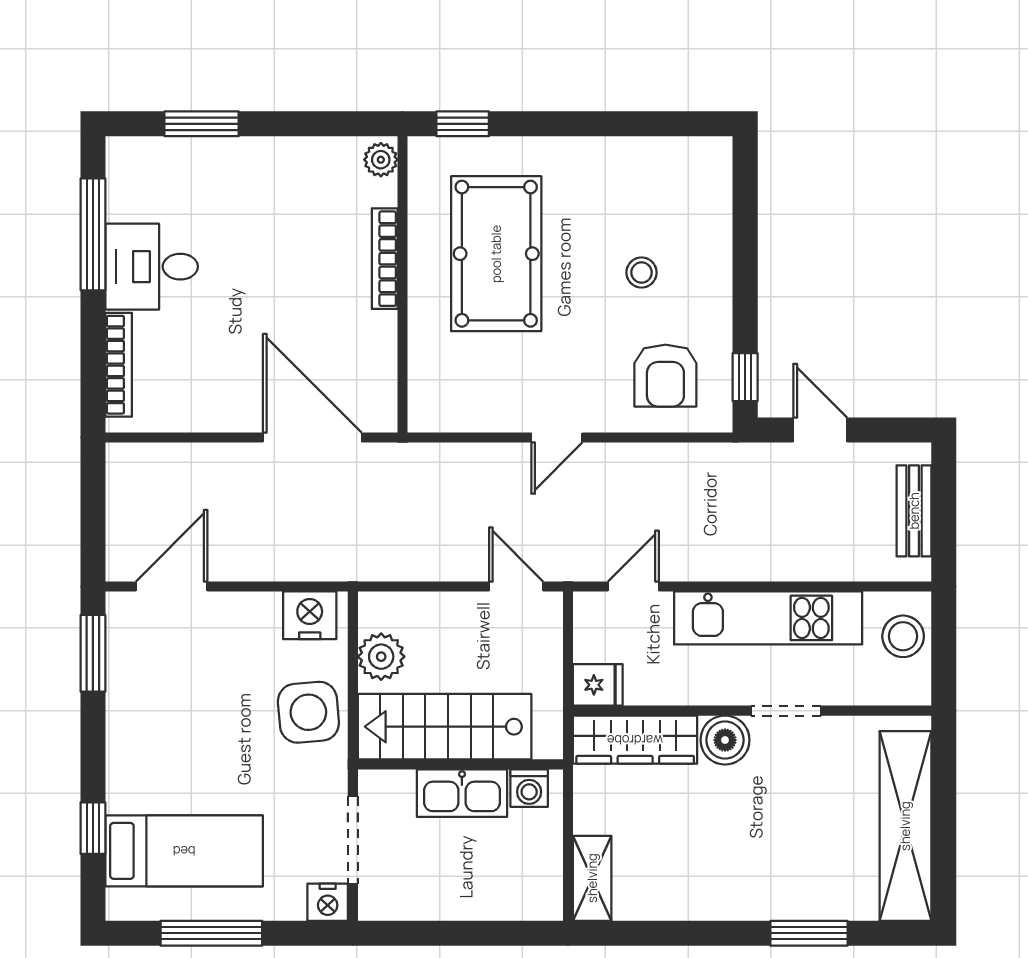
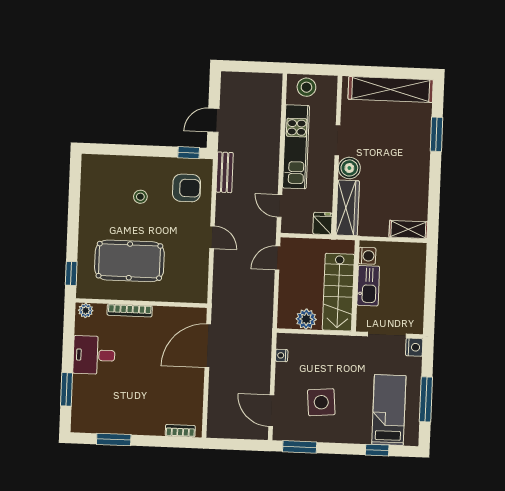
window: (93, 234) -> (114, 439), width x0.69
desk: (152, 267) -> (94, 355), moved, turned 90
bookcase: (119, 365) -> (180, 431), width x0.64
bench: (914, 511) -> (225, 172), moved, turned 90
nightstand: (310, 615) -> (282, 355), width x0.53, depth x0.56
side table: (308, 712) -> (321, 402), moved

